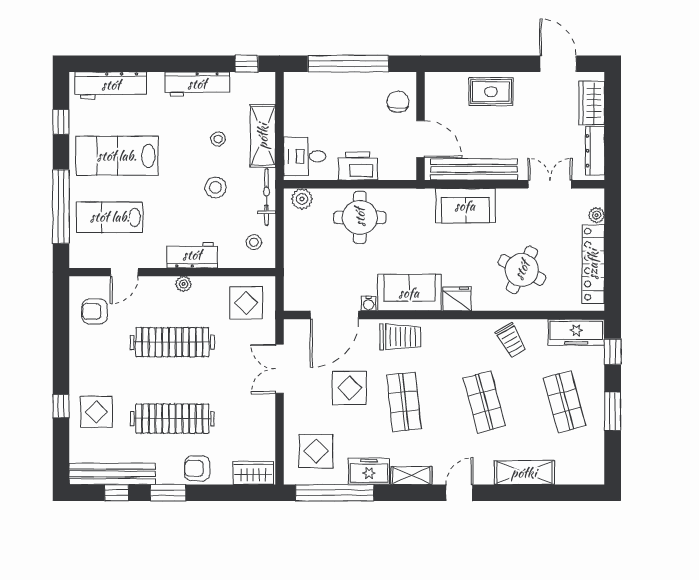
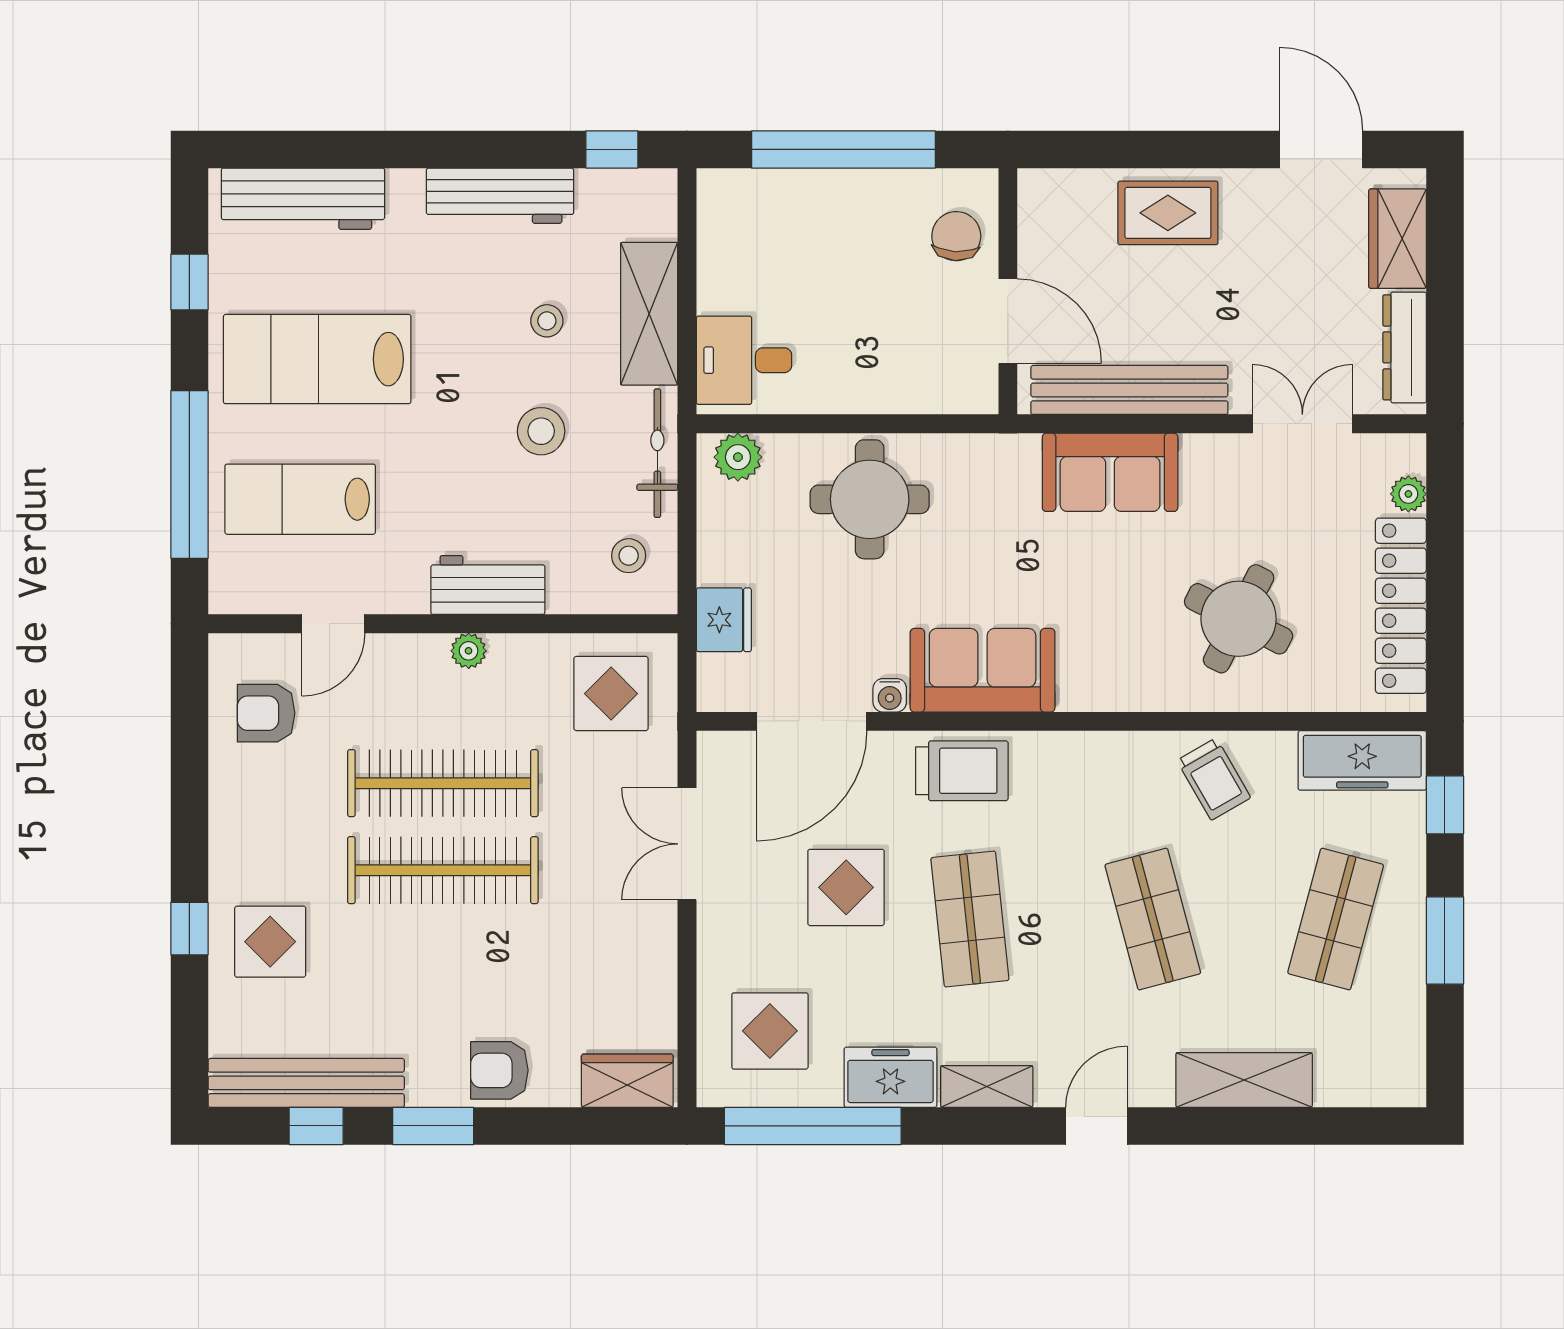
printer: (358, 166) -> (865, 382), removed
fridge: (457, 299) -> (724, 620), moved, turned 90
shop shelf: (565, 402) -> (1336, 919), turned 30
clothes rail: (172, 419) -> (443, 870), moved

